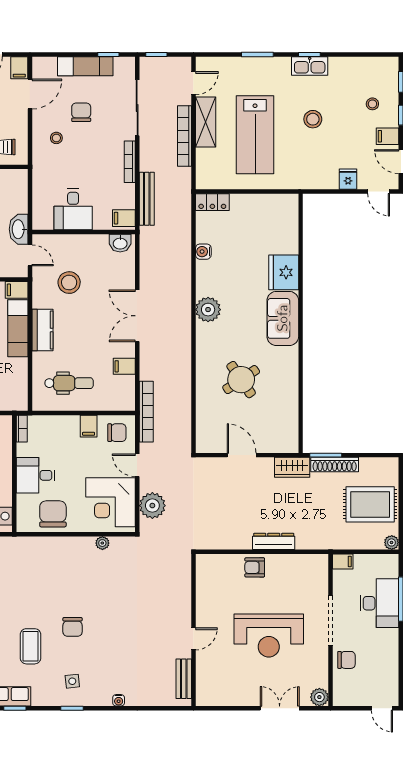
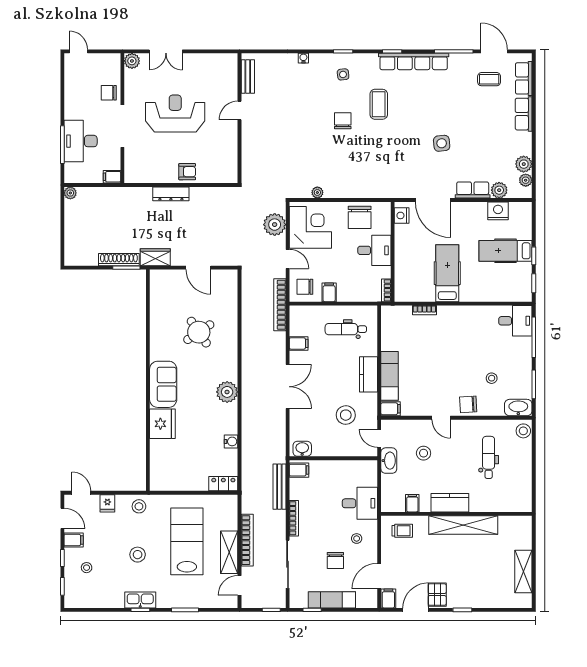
stool: (311, 176) -> (139, 506), added
desk: (73, 209) -> (360, 503), moved, turned 90
rug: (370, 504) -> (89, 225), removed

